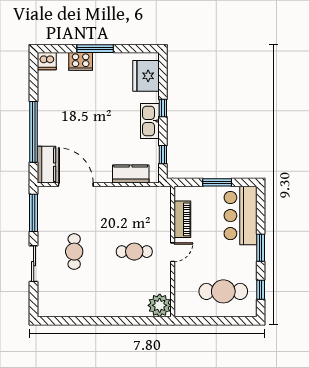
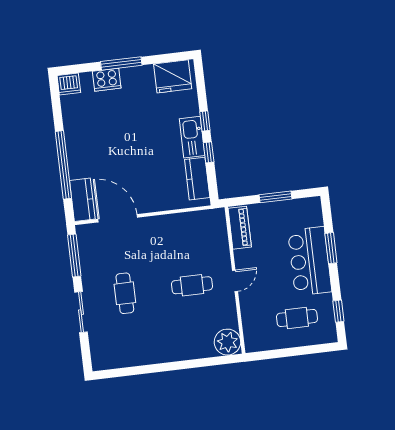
fridge: (146, 76) -> (173, 76), moved, turned -90
window: (163, 155) -> (209, 152), moved
kitchen counter: (131, 174) -> (197, 179), moved, turned -90
bar counter: (241, 216) -> (310, 261), moved
piano: (182, 219) -> (240, 228), moved
window: (261, 248) -> (331, 248), moved
cafe table: (223, 291) -> (297, 318), width x0.73, depth x0.74

